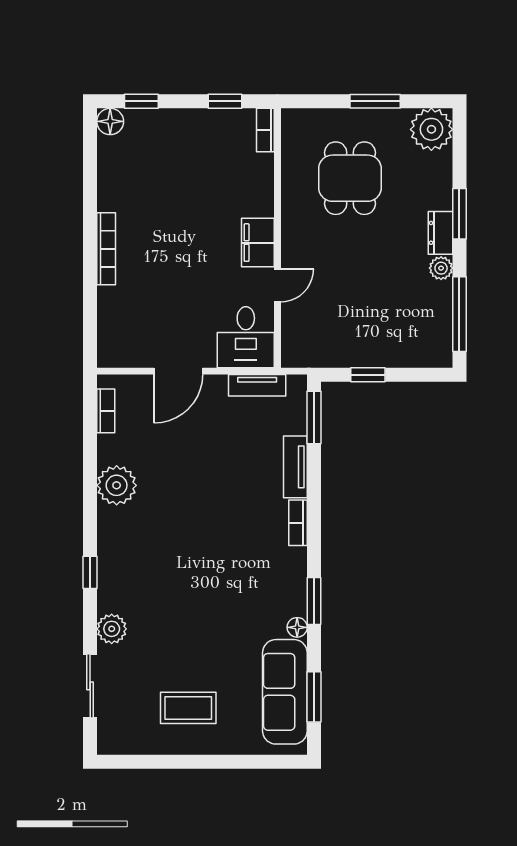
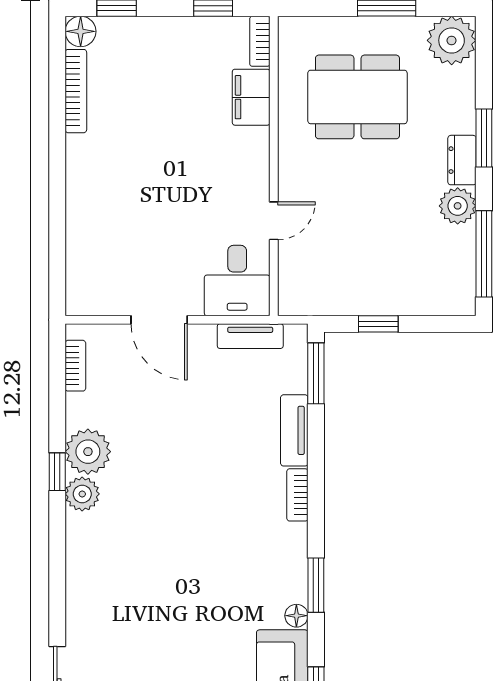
dining table: (350, 178) -> (357, 97), width x1.38
filing cabinet: (258, 243) -> (251, 97), moved
bookcase: (106, 249) -> (76, 91), moved
plant: (441, 268) -> (458, 206), width x1.38, depth x1.38
door: (178, 371) -> (159, 320), hinge flipped
window: (90, 572) -> (57, 472), moved
plant: (112, 629) -> (82, 494), moved

